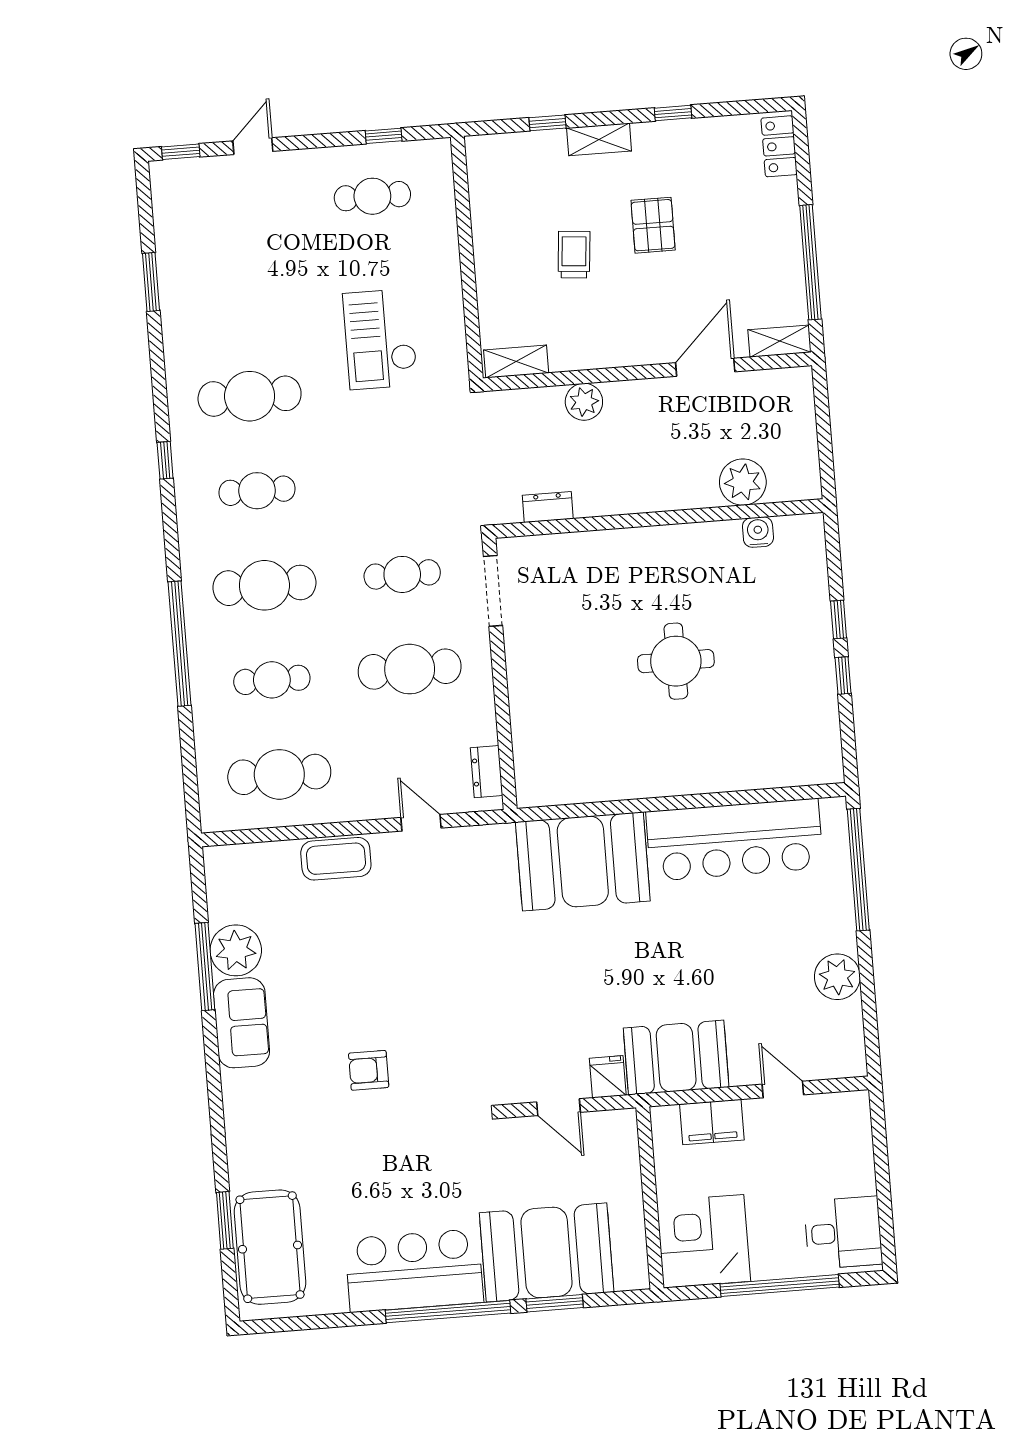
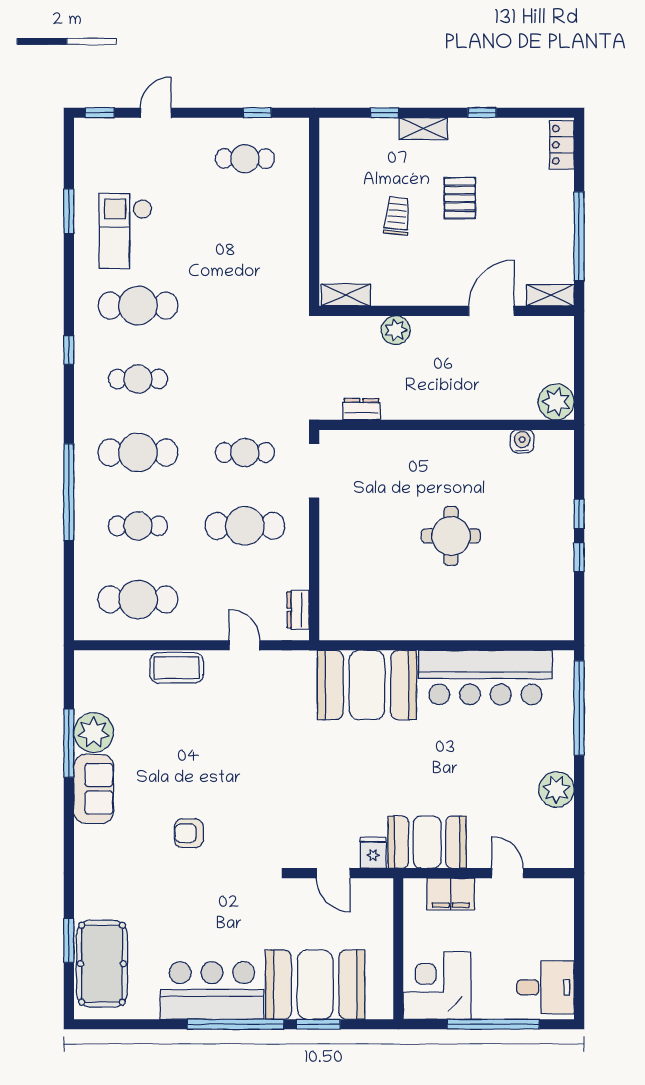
checkout: (380, 339) -> (126, 231), moved
plant: (743, 482) -> (556, 402), moved

